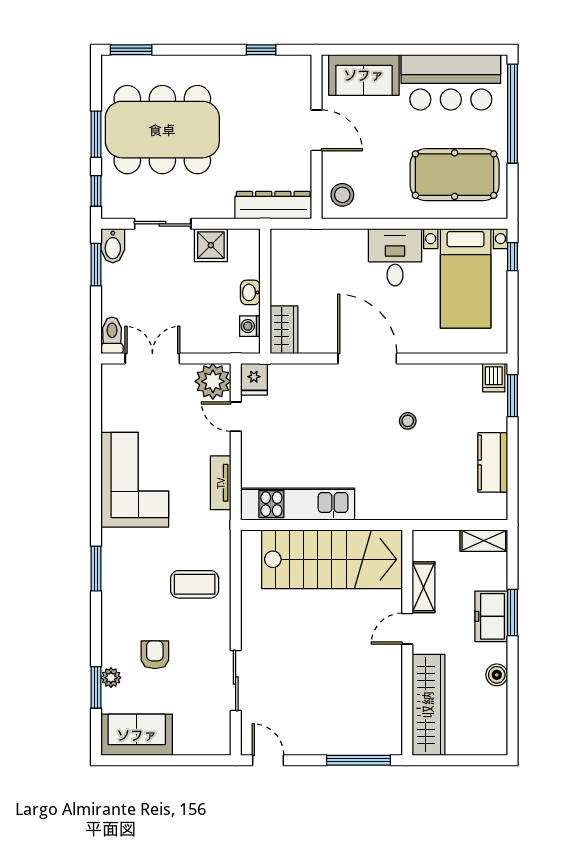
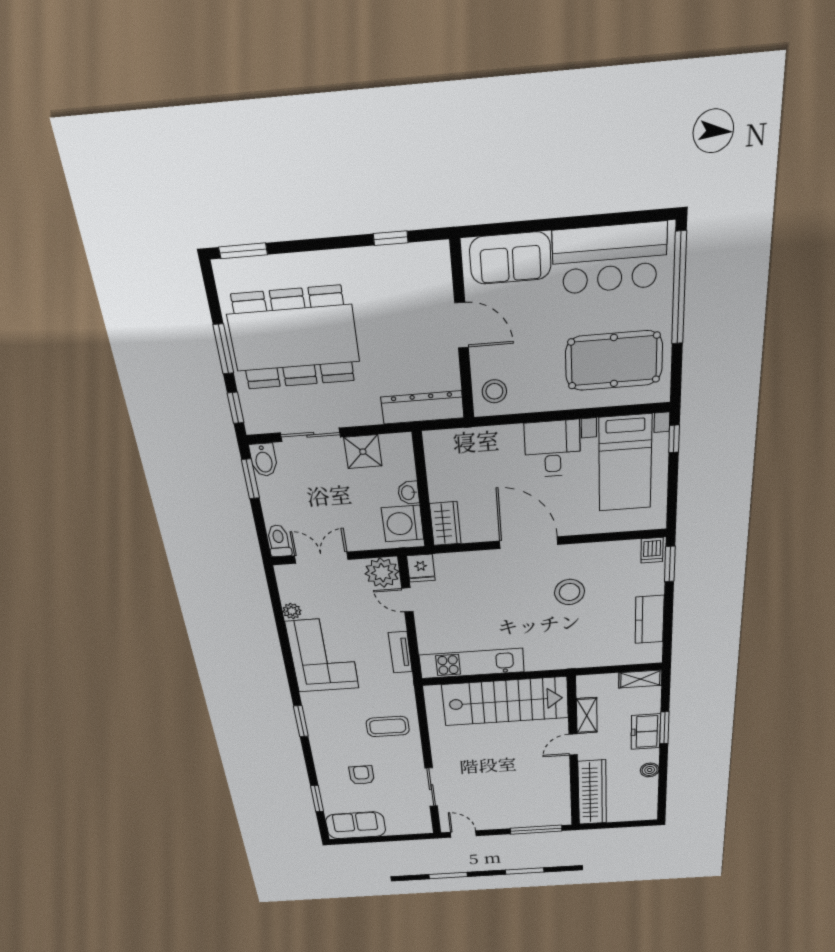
washing machine: (250, 326) -> (403, 524), width x1.89, depth x1.89
stool: (408, 421) -> (570, 592), width x1.89, depth x1.89
plant: (111, 678) -> (292, 611), moved

